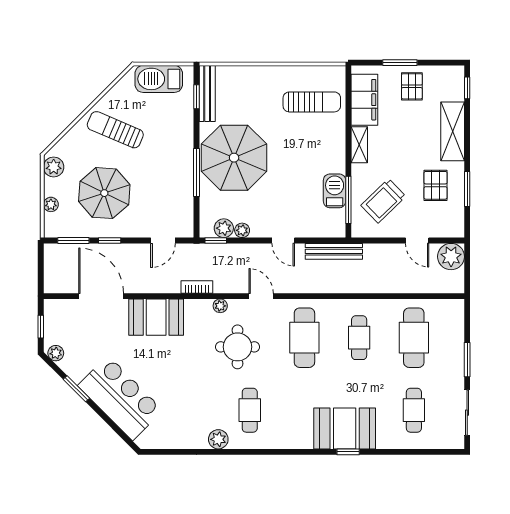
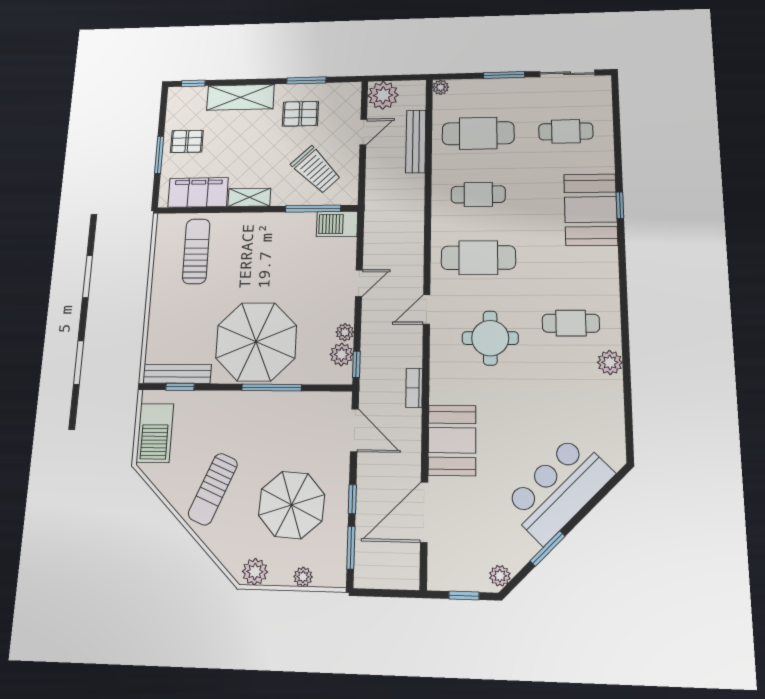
barbecue: (335, 191) -> (337, 224), moved
door: (163, 240) -> (354, 430), width x1.38
bench: (334, 251) -> (416, 141), moved
plant: (220, 306) -> (441, 87), moved

